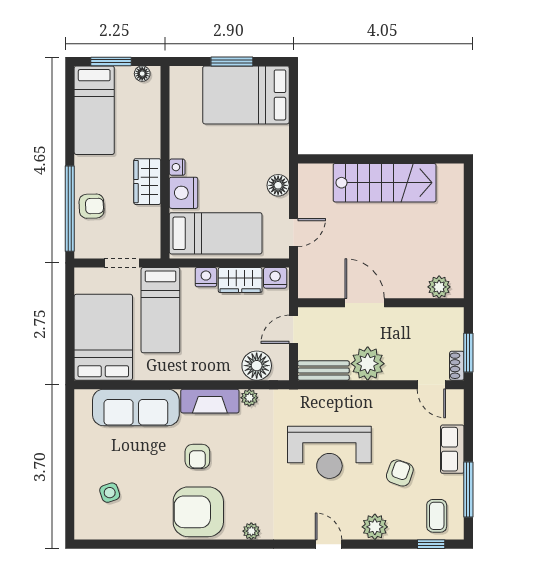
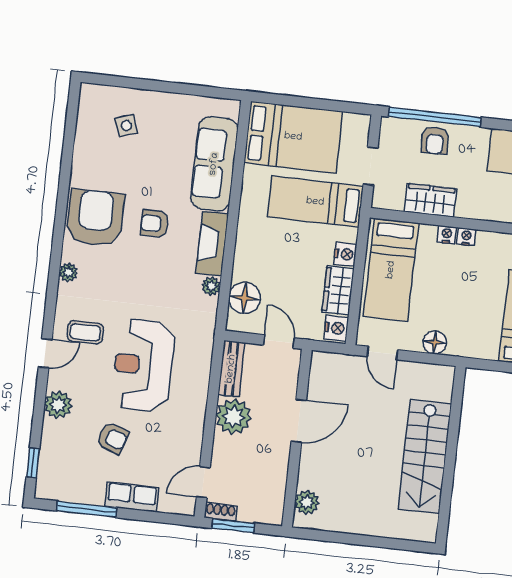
wardrobe: (147, 182) -> (430, 200), moved
nightstand: (184, 193) -> (447, 235), width x0.53, depth x0.56
coffee table: (437, 516) -> (85, 332), moved

